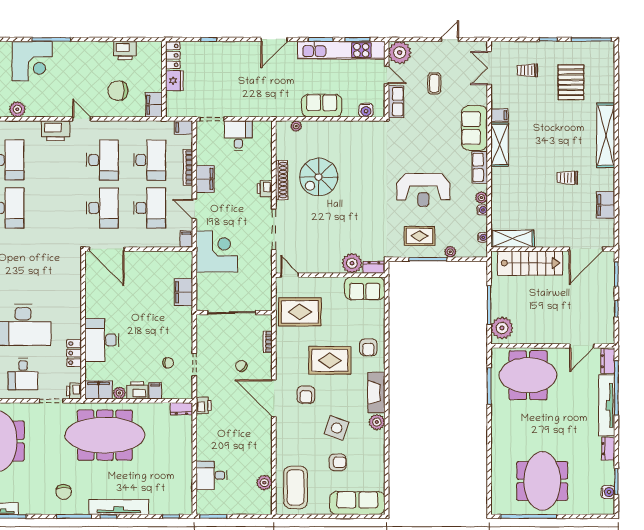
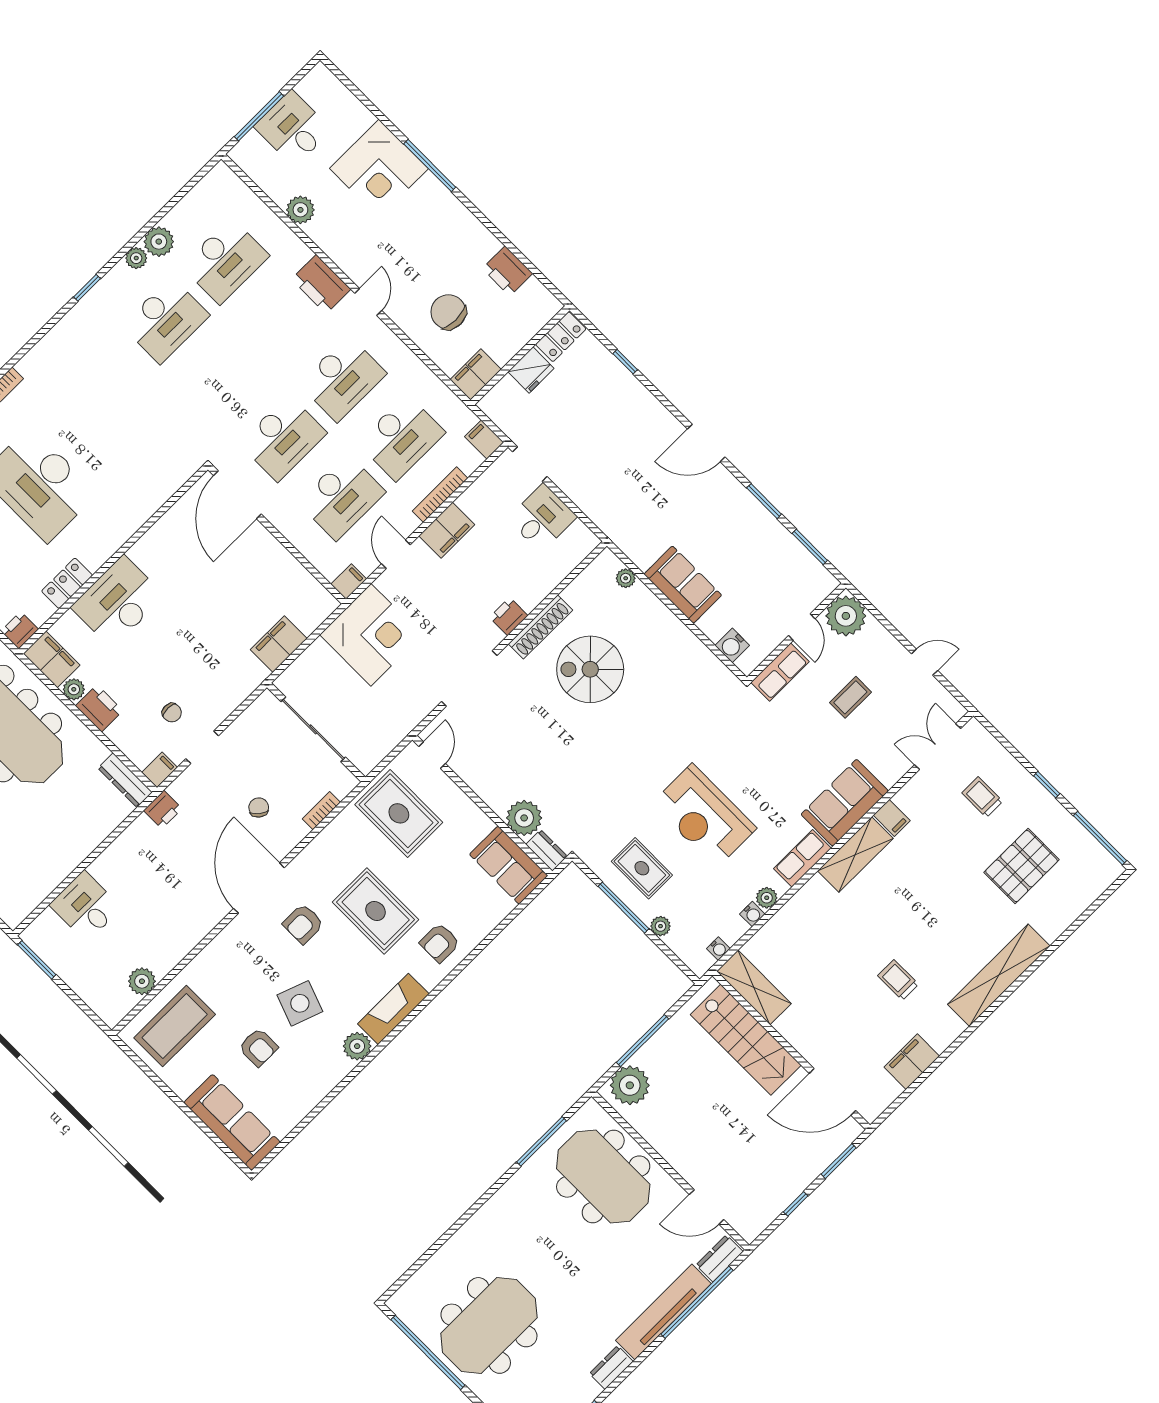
kitchen unit: (341, 50) -> (776, 540), removed
filing cabinet: (155, 391) -> (160, 770), moved
dresser: (182, 409) -> (125, 780), width x1.44

